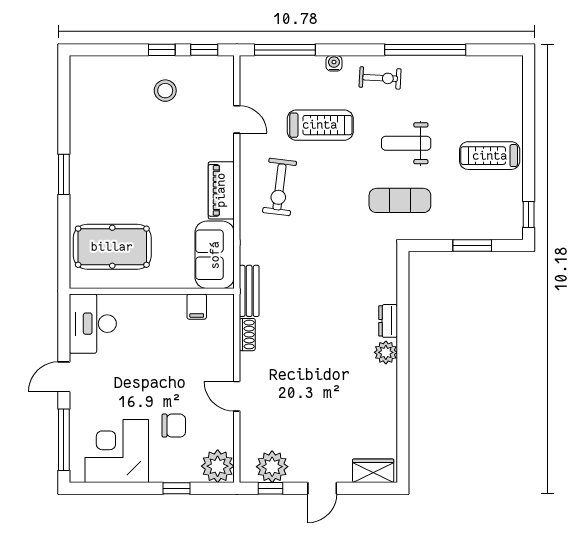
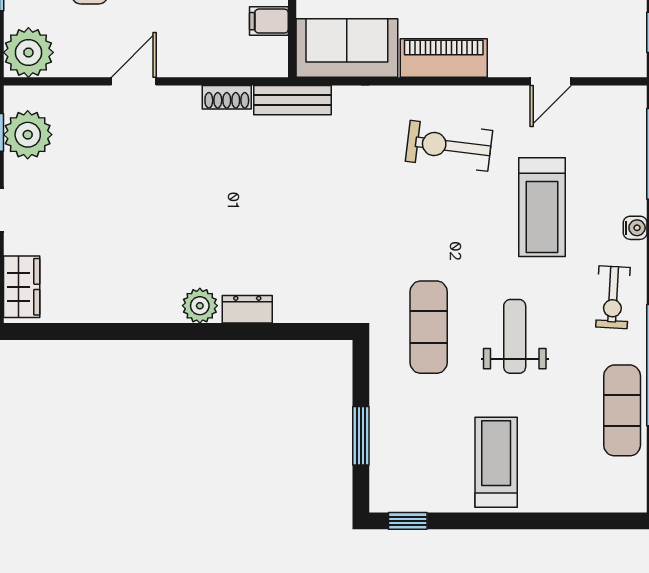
exercise mat: (455, 72) -> (622, 410), added

